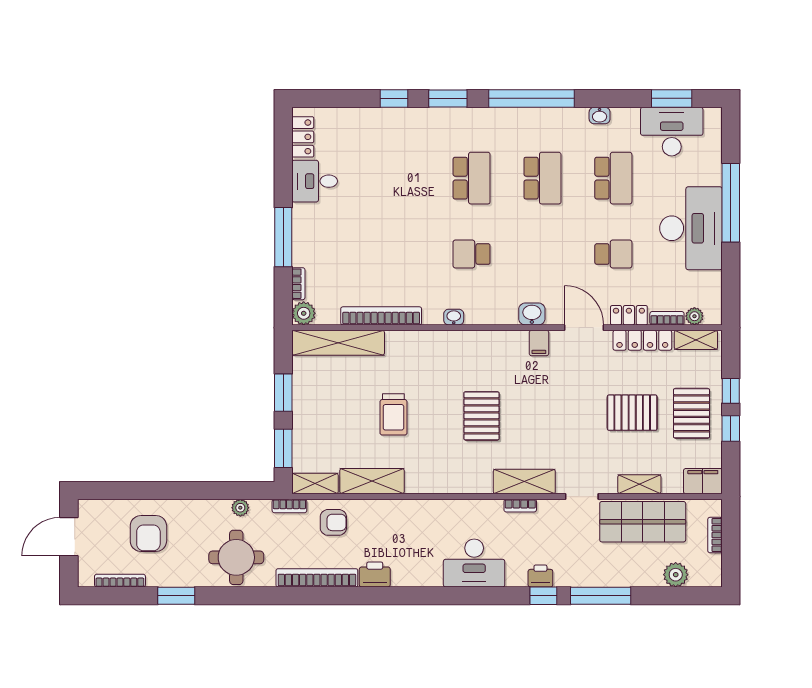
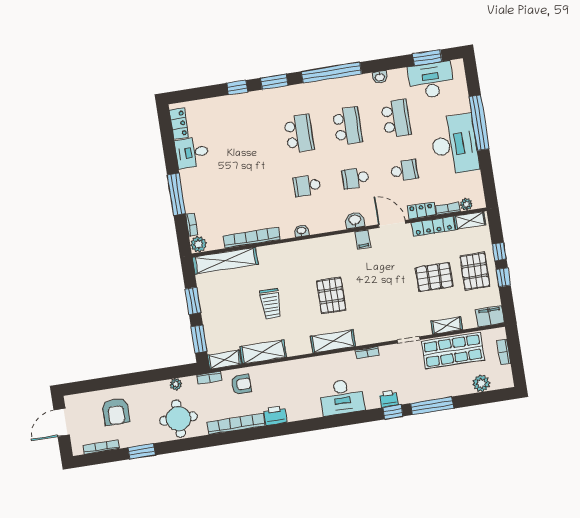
school desk: (542, 254) -> (356, 178), added
shelving: (524, 482) -> (333, 341), moved

